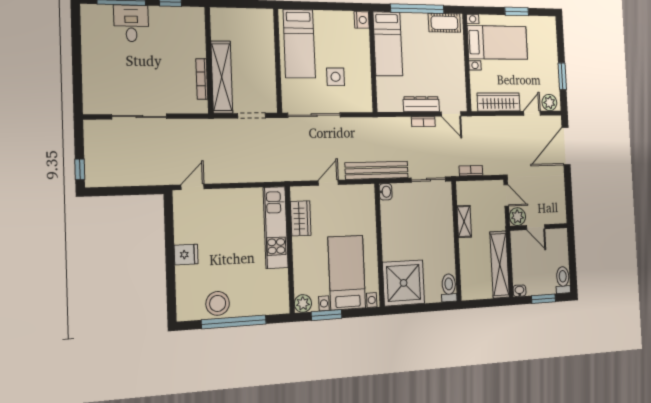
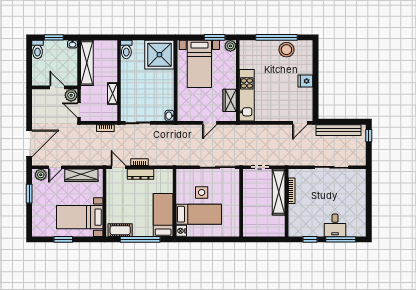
bed: (299, 44) -> (199, 214), moved, turned 90
bench: (377, 170) -> (339, 130), moved

